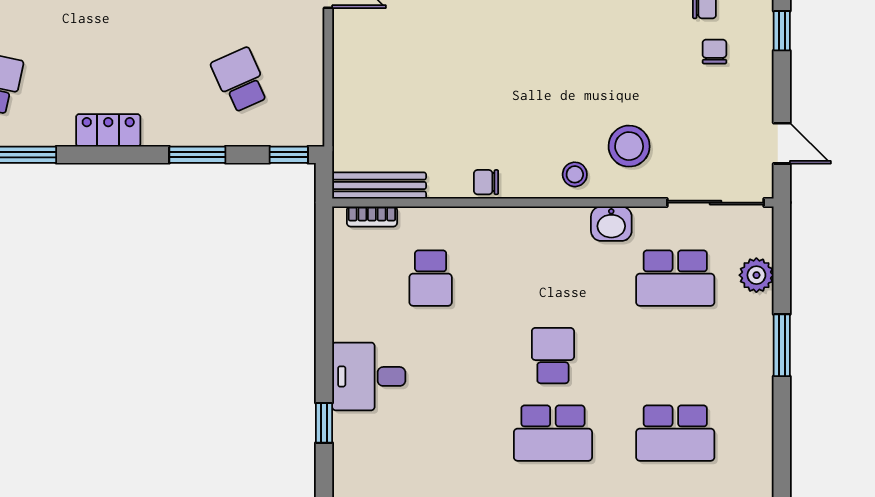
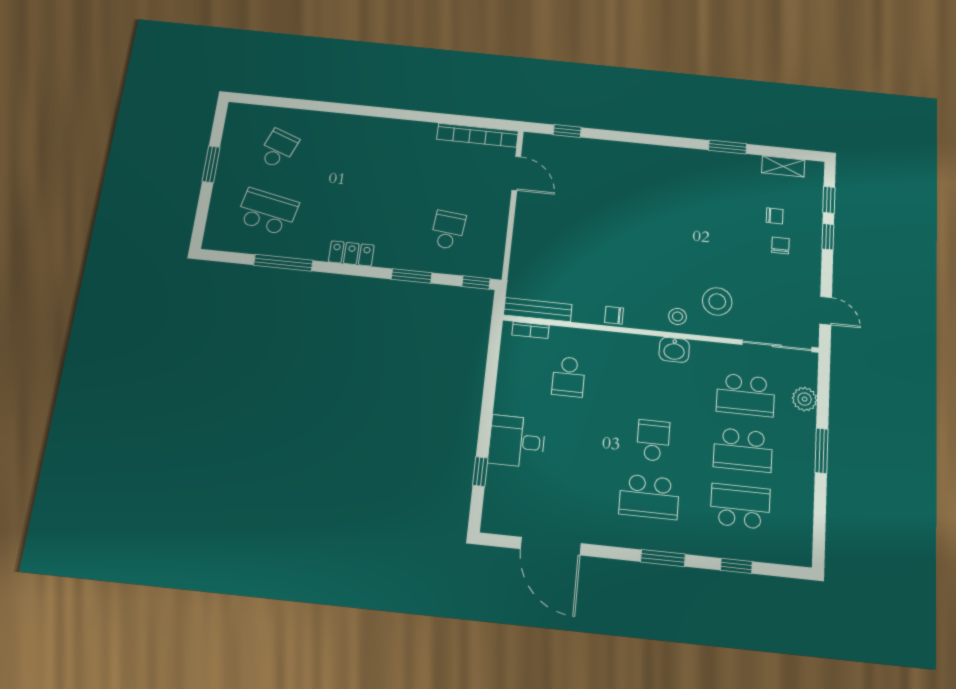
school desk: (240, 80) -> (448, 230), turned 30
washbasin: (611, 224) -> (674, 350), moved
school desk: (675, 356) -> (743, 450), added
school desk: (675, 433) -> (740, 506), turned 180

